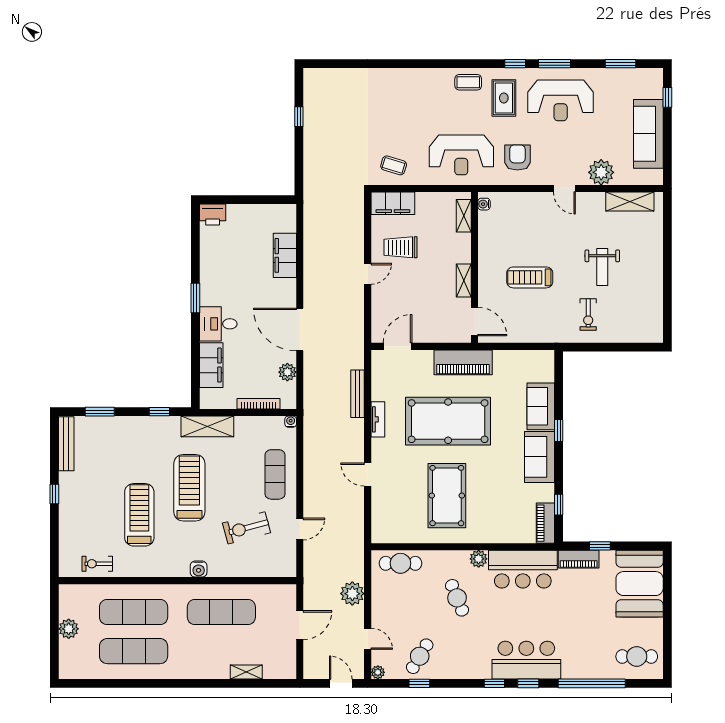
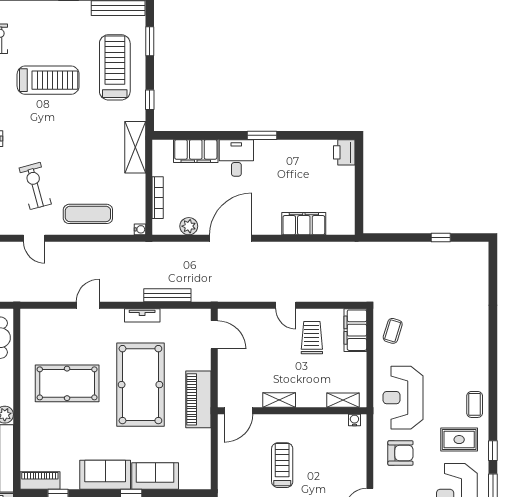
treadmill: (189, 488) -> (115, 67), moved, turned -90

